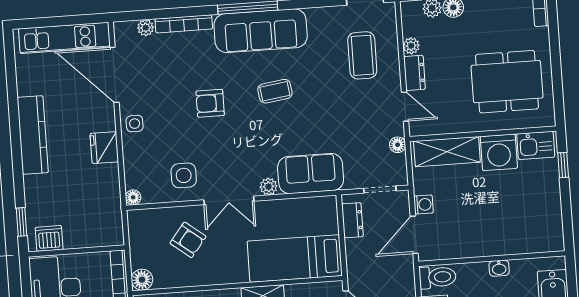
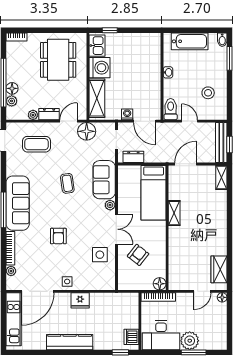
coffee table: (275, 91) -> (67, 183), moved
floor lamp: (398, 145) -> (87, 131), width x1.89, depth x1.89
floor lamp: (133, 197) -> (111, 285), removed

